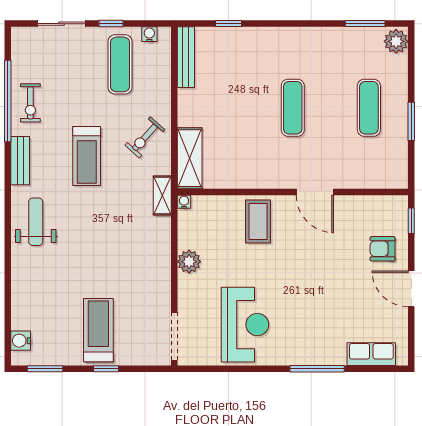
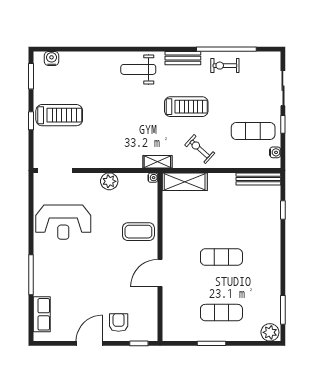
treadmill: (87, 156) -> (186, 107), turned 180
weight bench: (36, 222) -> (138, 69), turned 180

